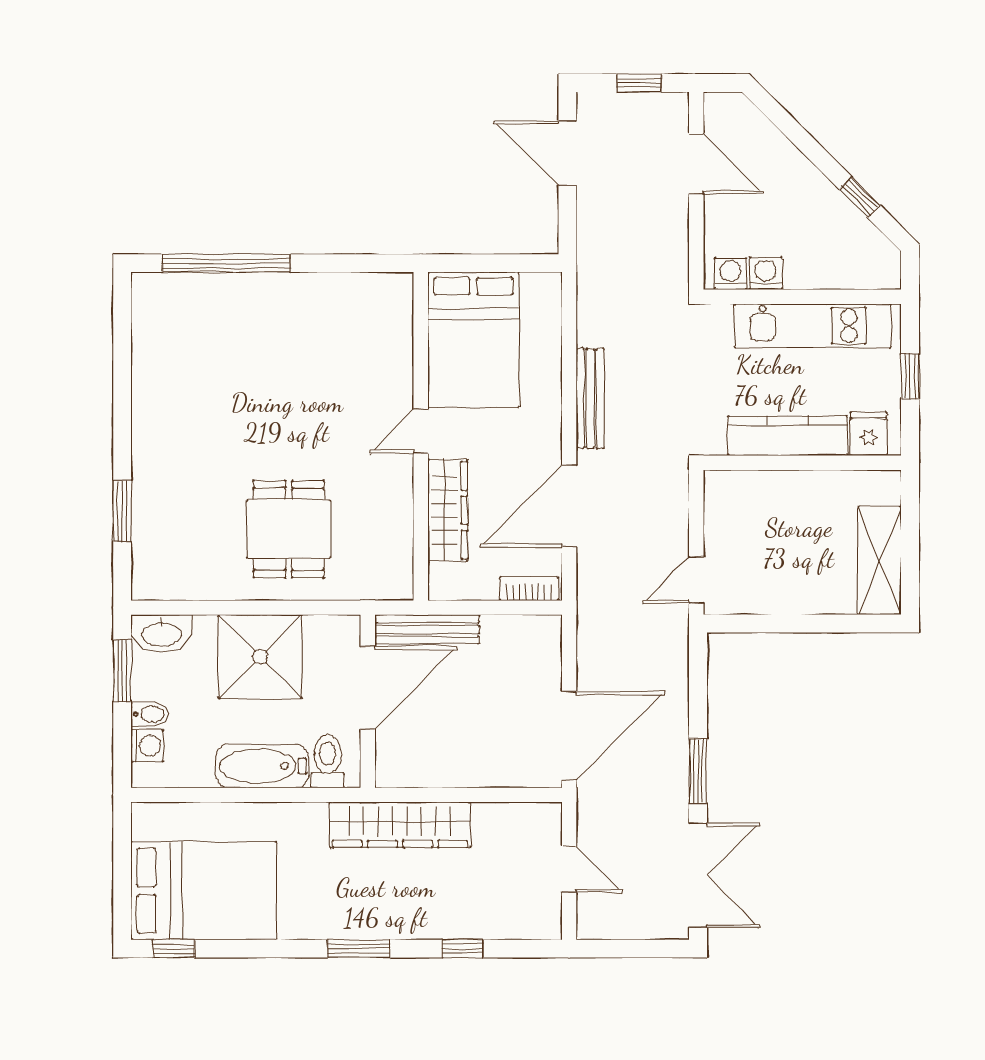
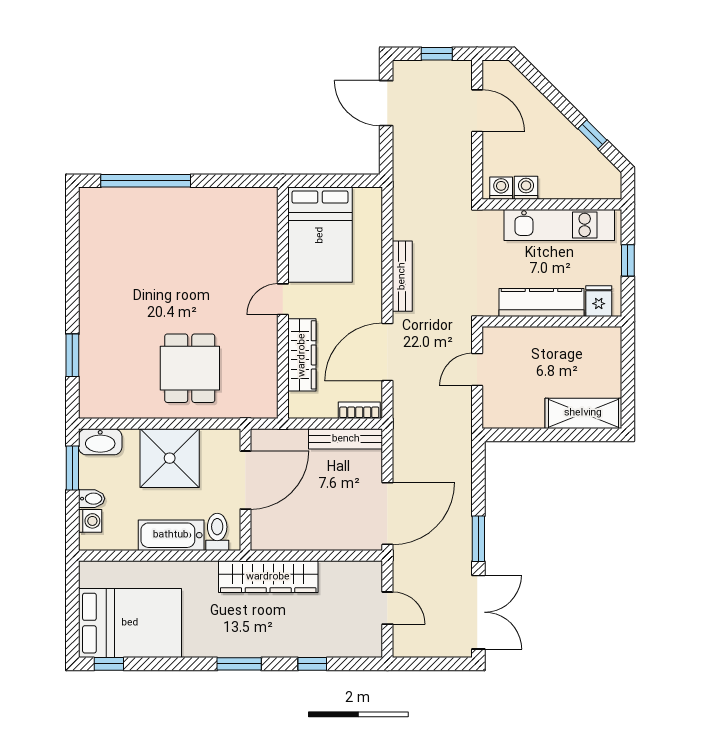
shelving: (880, 561) -> (583, 413), moved, turned 90
door: (696, 580) -> (477, 370), moved
bench: (427, 629) -> (346, 439), moved

